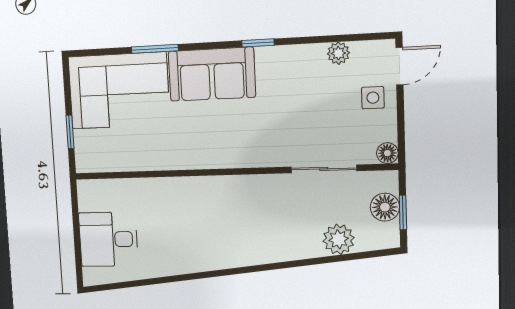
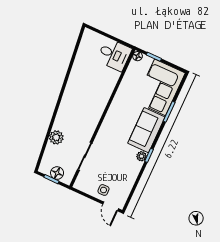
plant: (338, 53) -> (141, 156), moved
floor lamp: (387, 153) -> (138, 56), moved
desk: (108, 239) -> (114, 55), moved, turned 90
plant: (339, 239) -> (56, 137), moved

